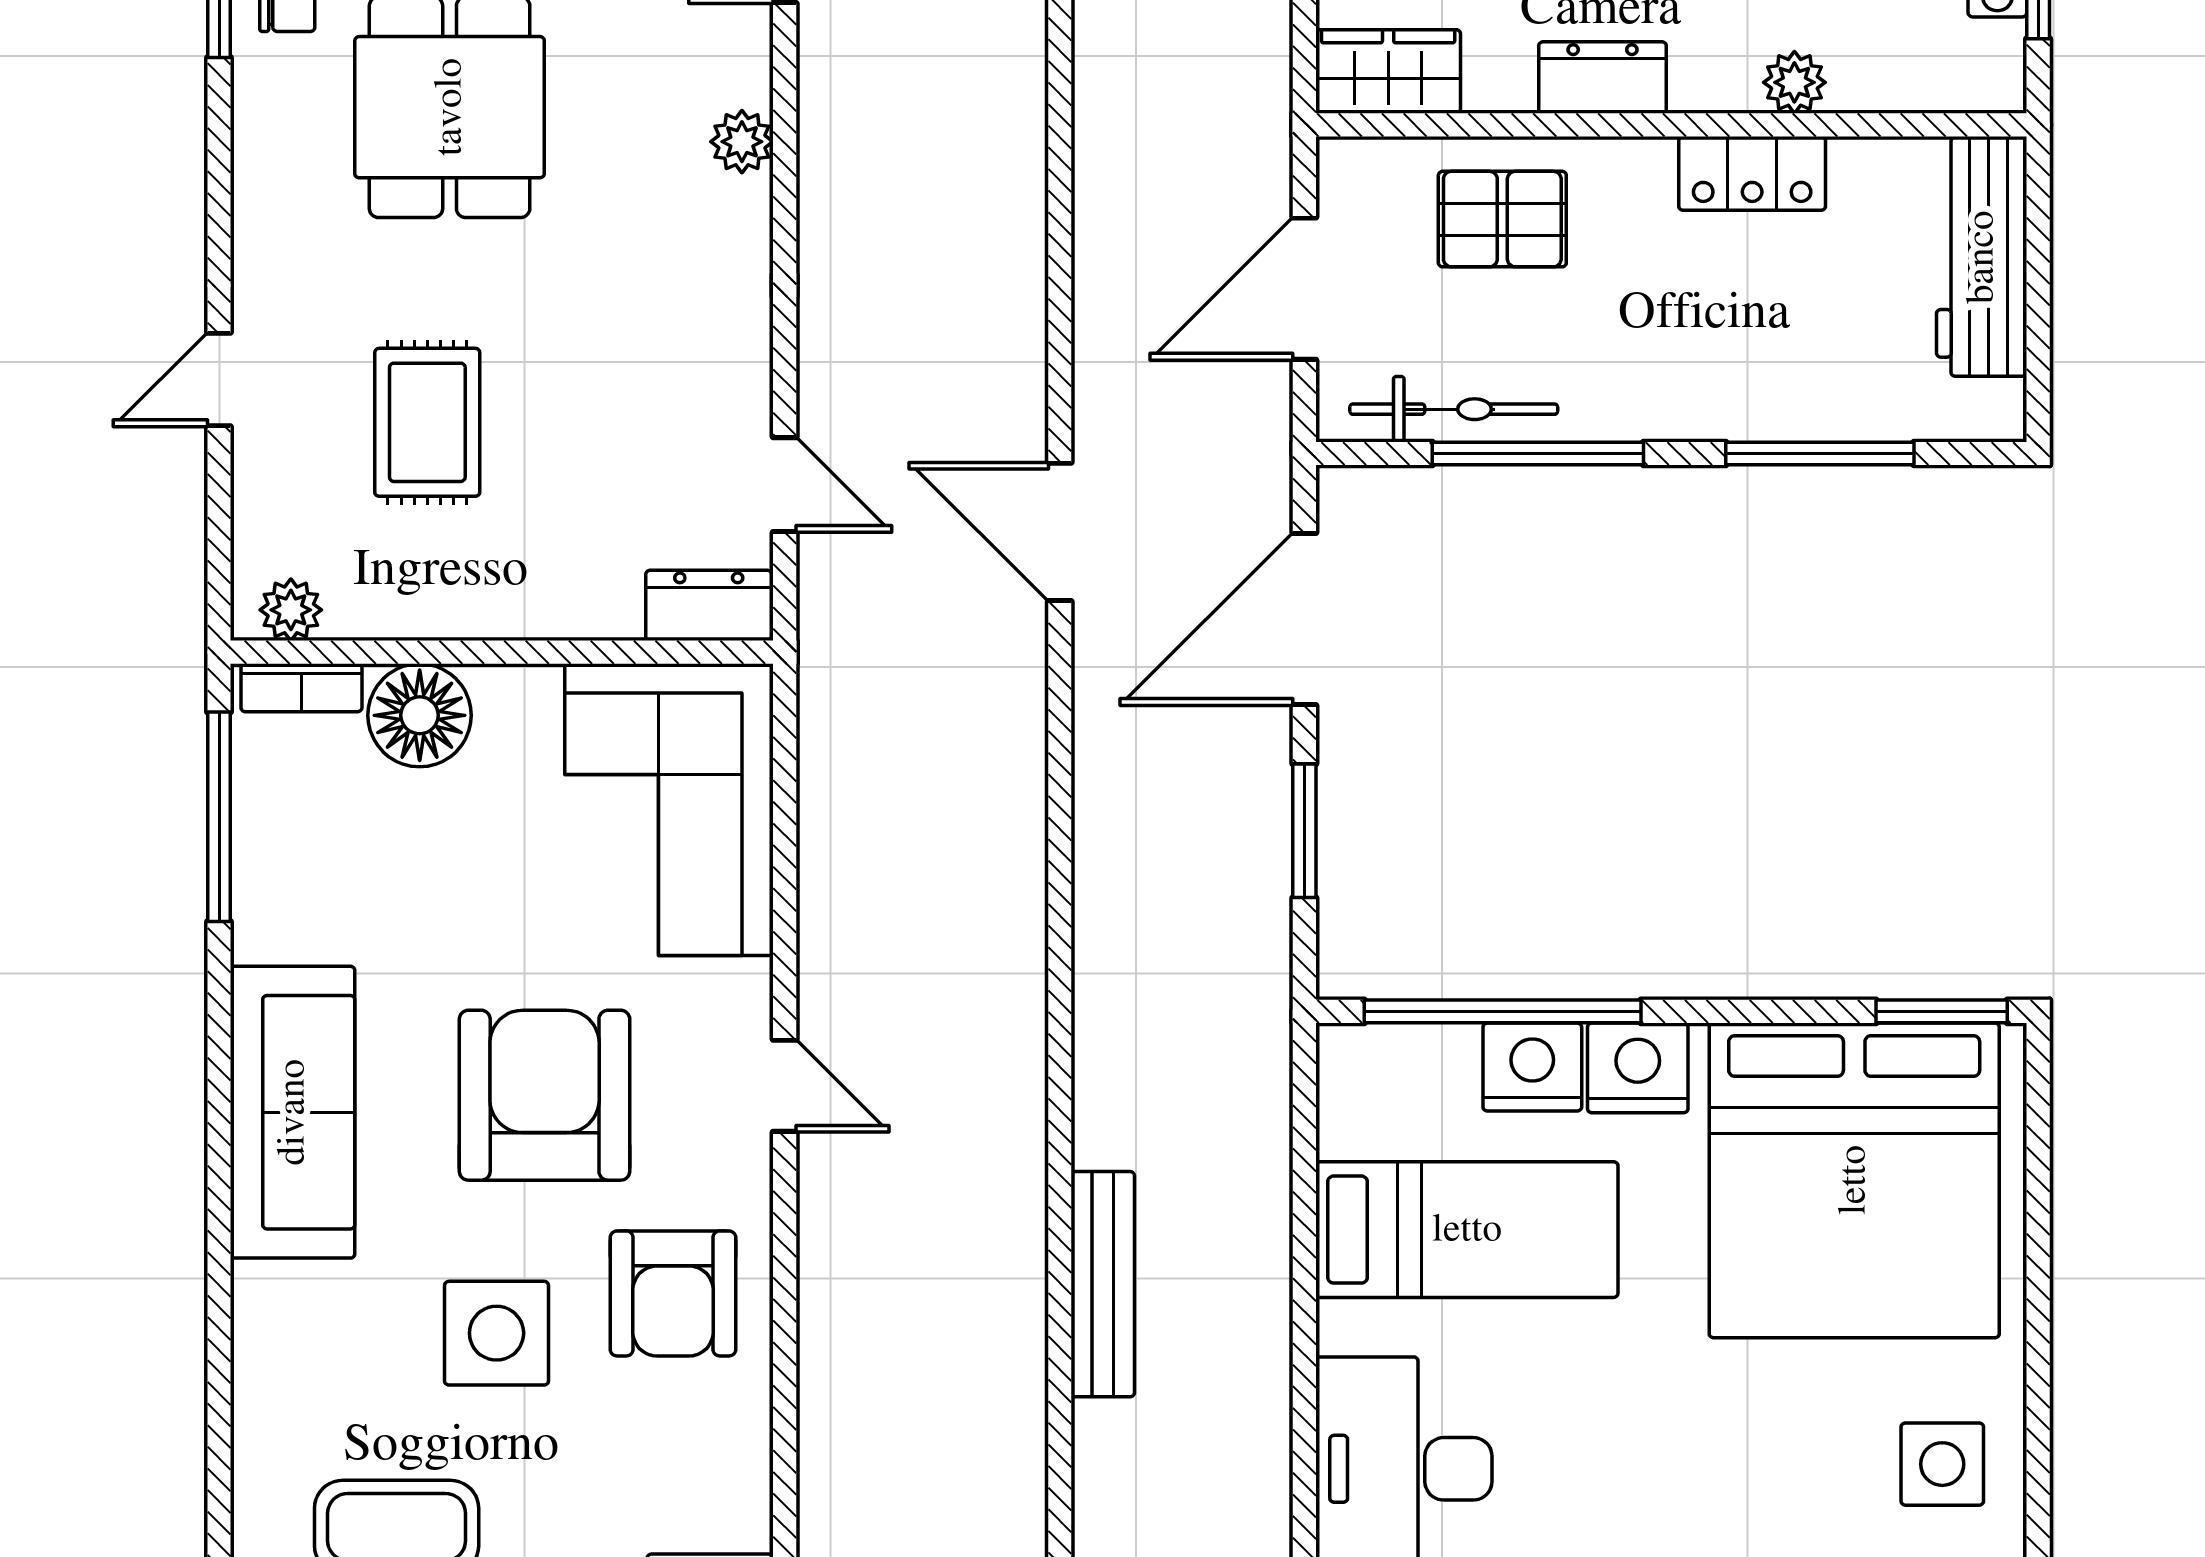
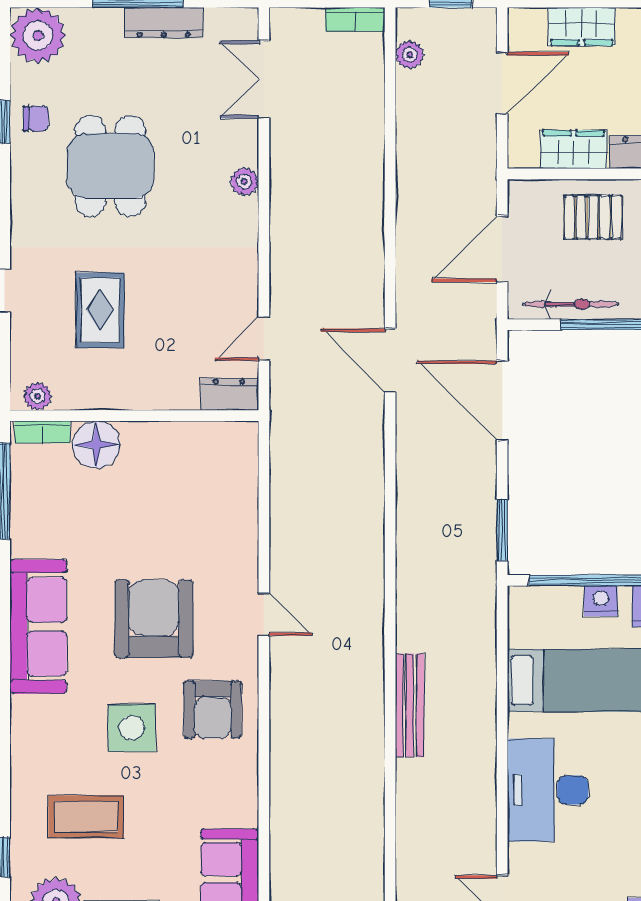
wardrobe: (1388, 71) -> (574, 149), moved
door: (785, 485) -> (264, 339), swing flipped
door: (1304, 619) -> (502, 400), hinge flipped
corner sofa: (669, 810) -> (211, 488), removed
window: (1304, 831) -> (502, 530), moved
nightstand: (1532, 1067) -> (601, 601), width x0.74, depth x0.75

